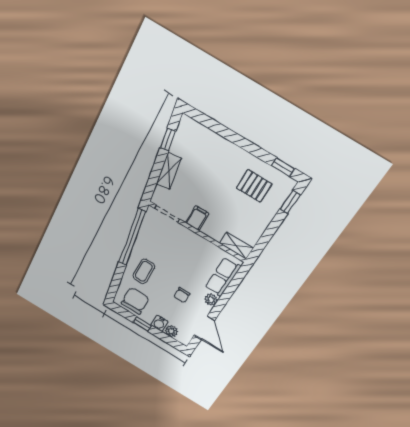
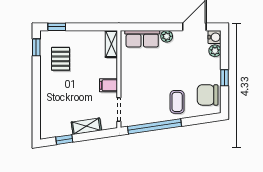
coffee table: (144, 271) -> (177, 102), turned 90
chair: (182, 295) -> (178, 61), removed
water cooler: (159, 323) -> (215, 37), moved

